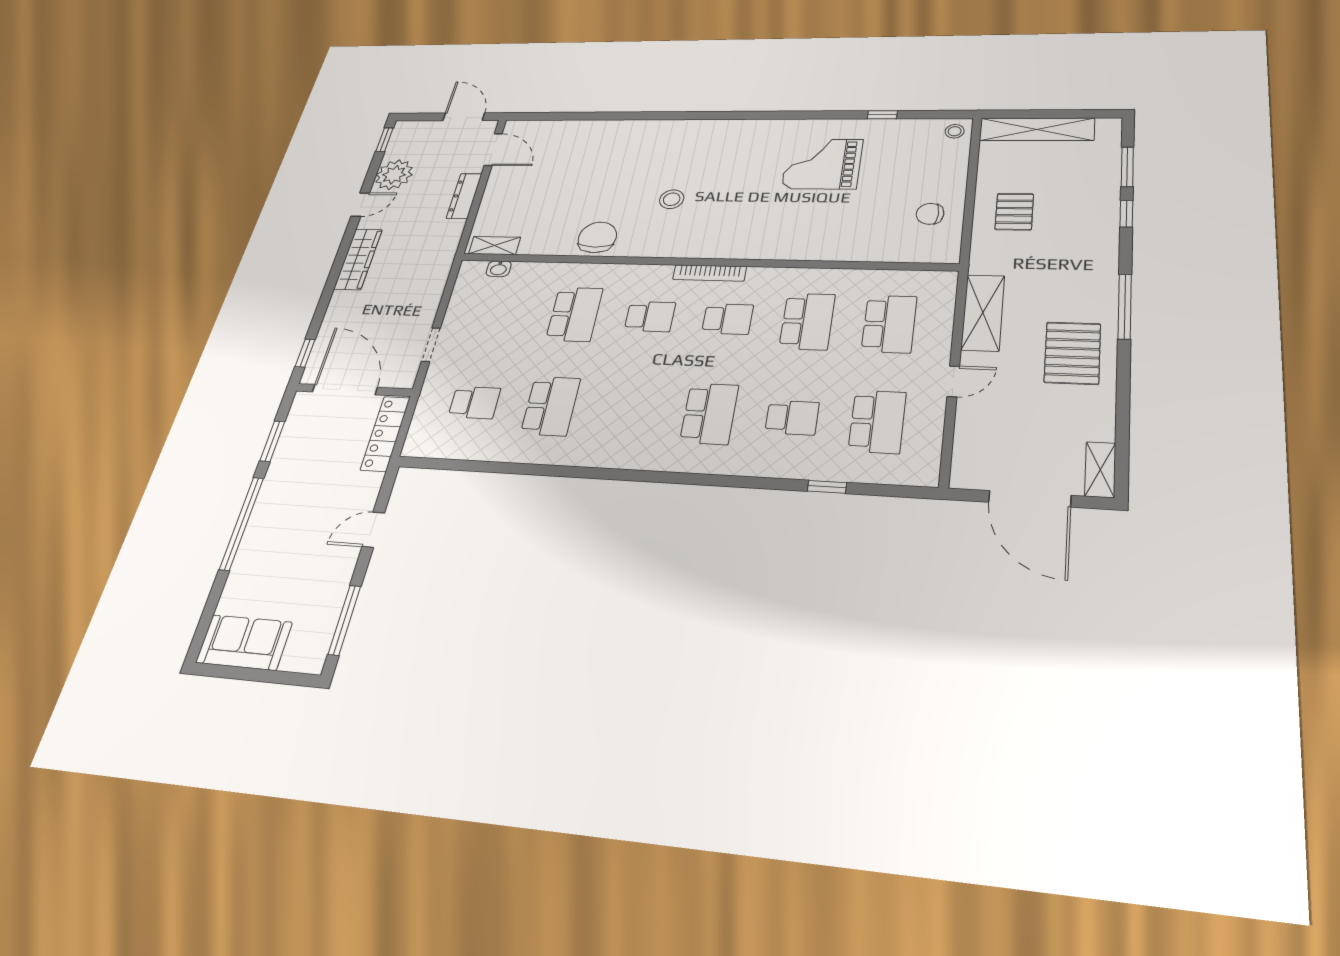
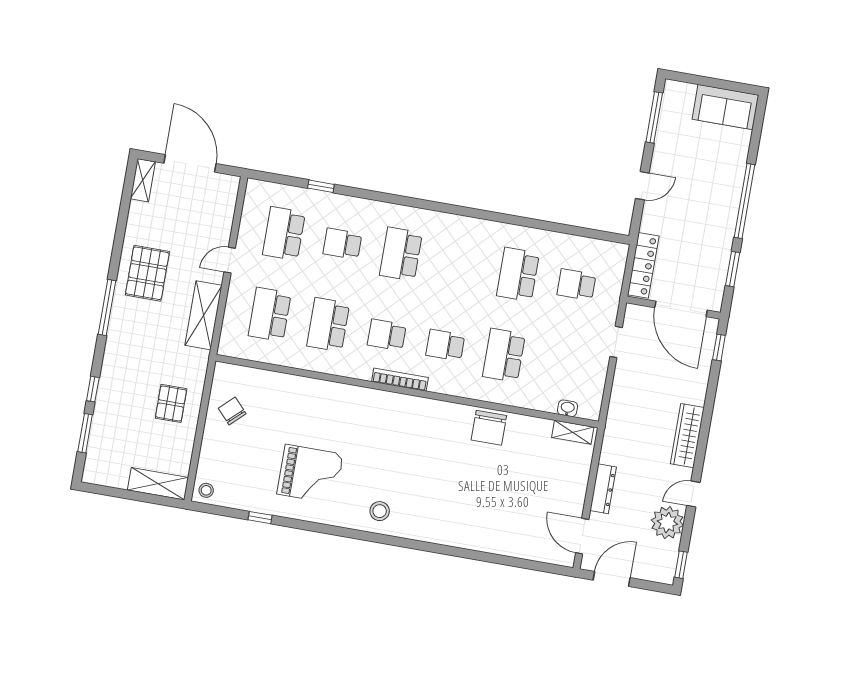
door: (464, 117) -> (612, 579), swing flipped
shelving: (1037, 129) -> (158, 484), width x0.68
stool: (672, 199) -> (380, 511), moved
chair: (930, 214) -> (232, 411), turned -136

